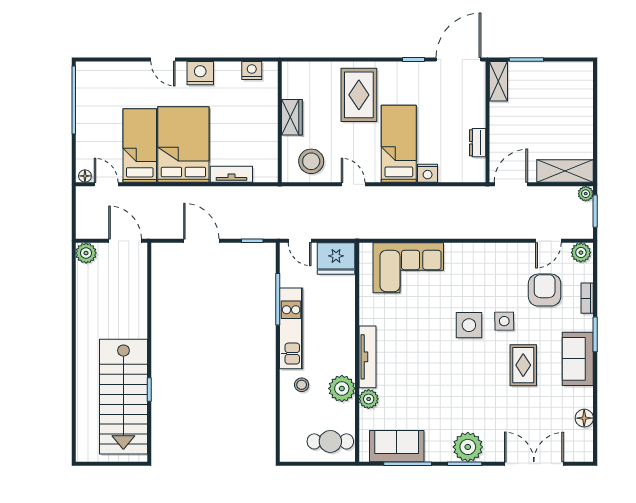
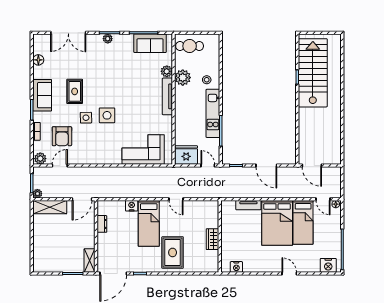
nightstand: (200, 73) -> (328, 265), moved
stool: (311, 161) -> (201, 213), removed
plant: (86, 253) -> (335, 158), removed
plant: (468, 447) -> (108, 39), width x0.53, depth x0.53

